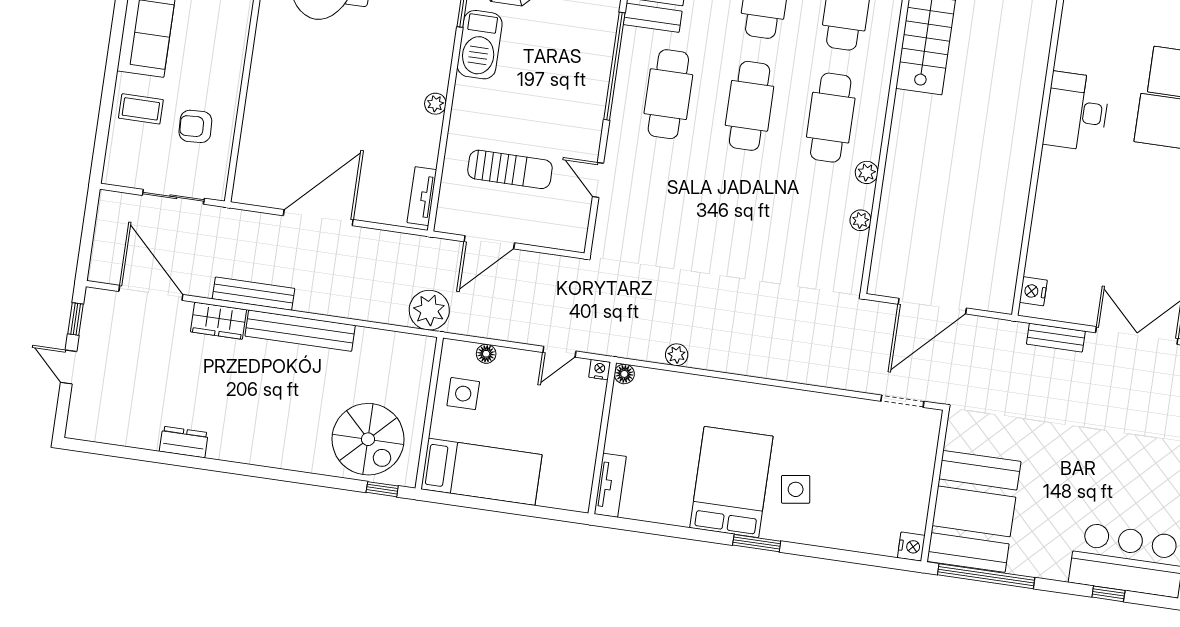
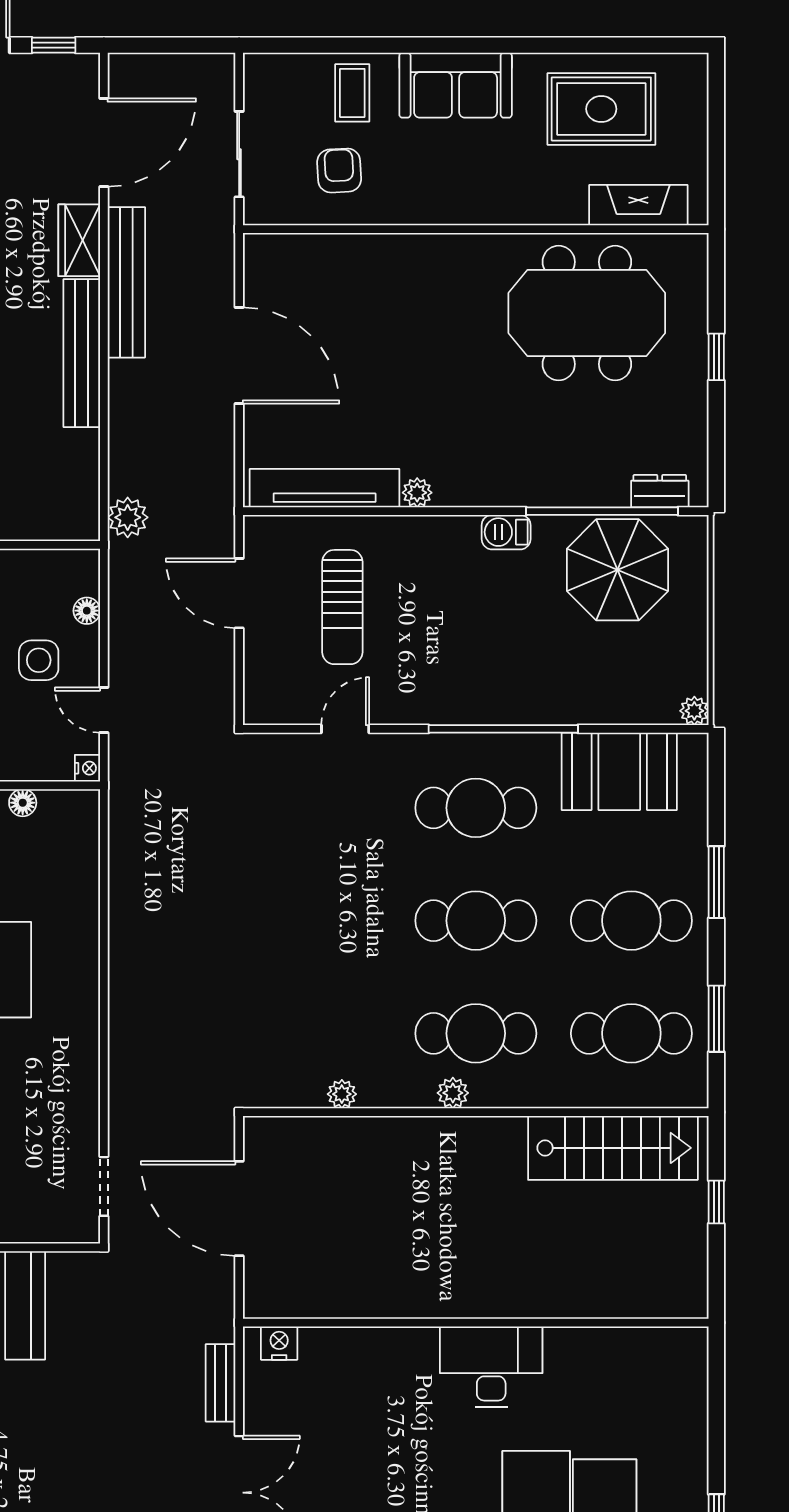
barbecue: (480, 45) -> (506, 532), width x0.53, depth x0.65
desk: (1077, 111) -> (491, 1367), moved
plant: (867, 172) -> (453, 1093), moved
tv unit: (422, 196) -> (325, 488), width x1.92, depth x1.29
bench: (253, 294) -> (126, 282), width x1.37, depth x1.21
plant: (429, 310) -> (128, 517), width x0.73, depth x0.73
plant: (677, 355) -> (123, 870), removed
floor lamp: (624, 374) -> (23, 803), moved
side table: (463, 394) -> (39, 660), moved

